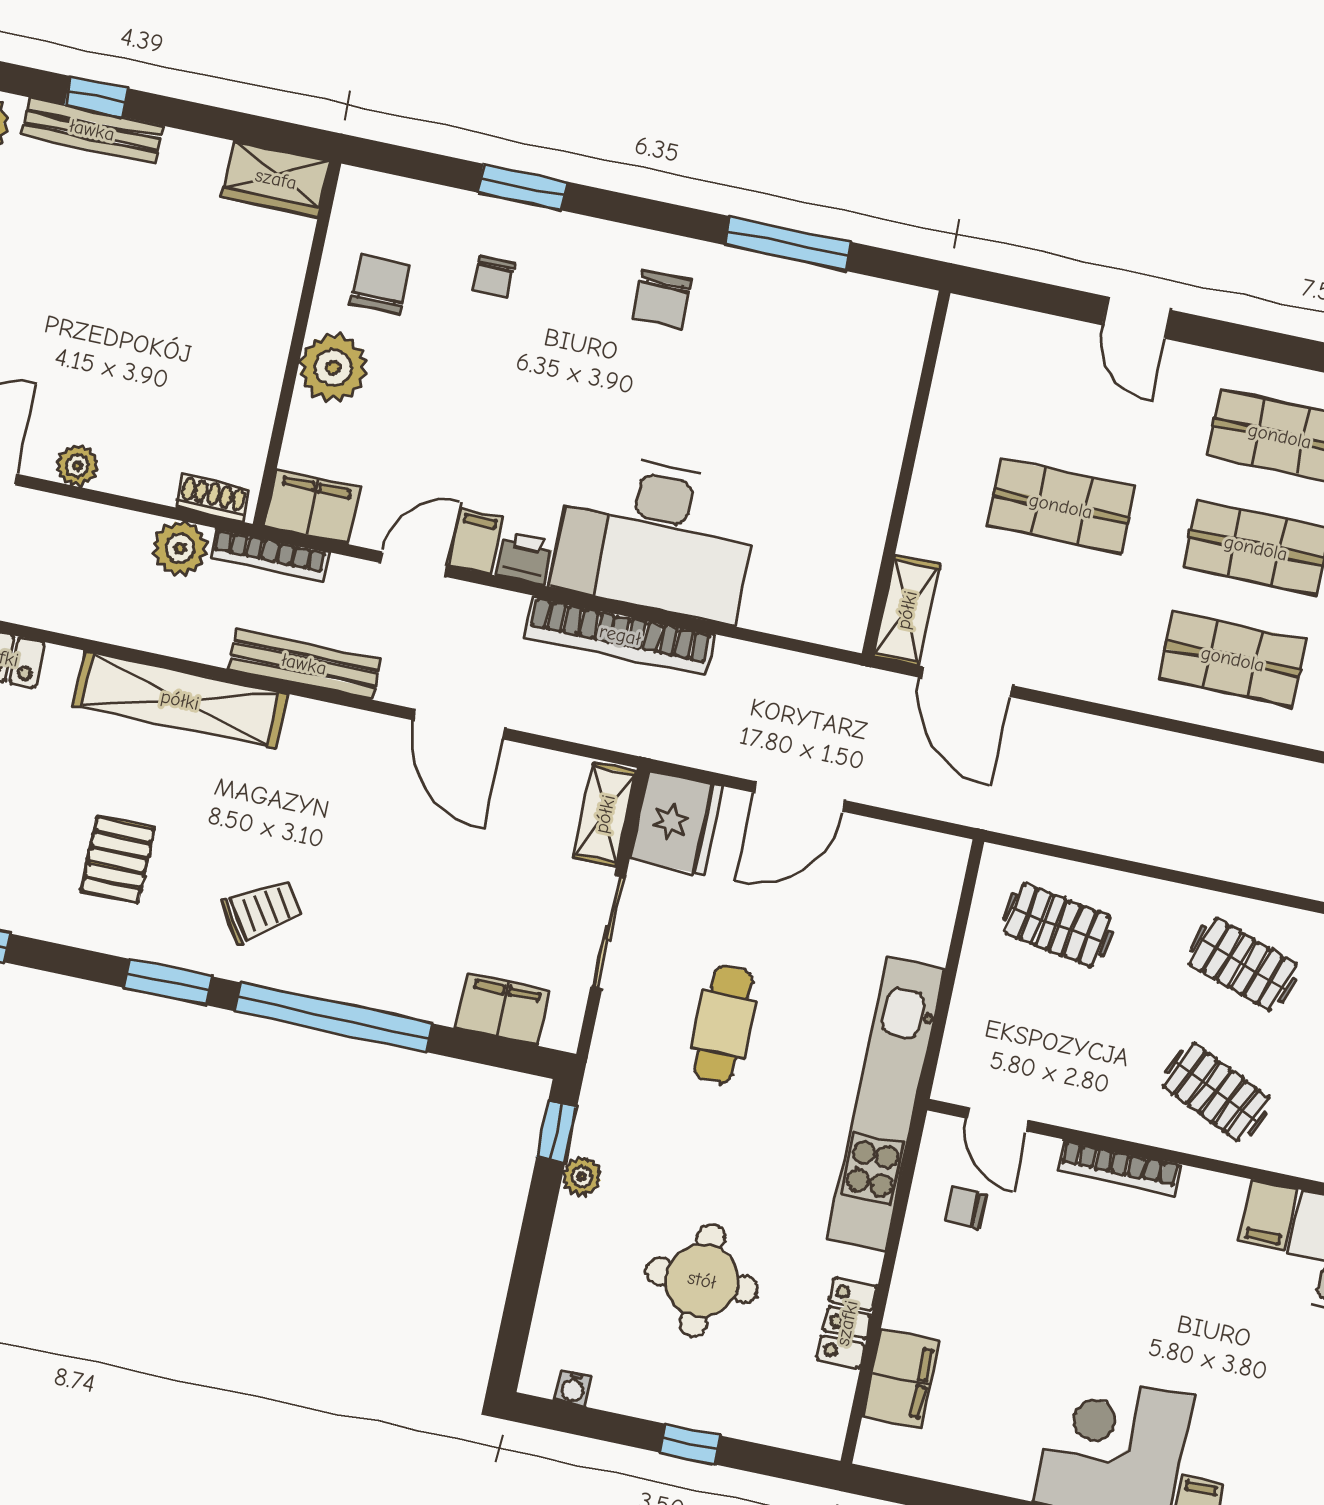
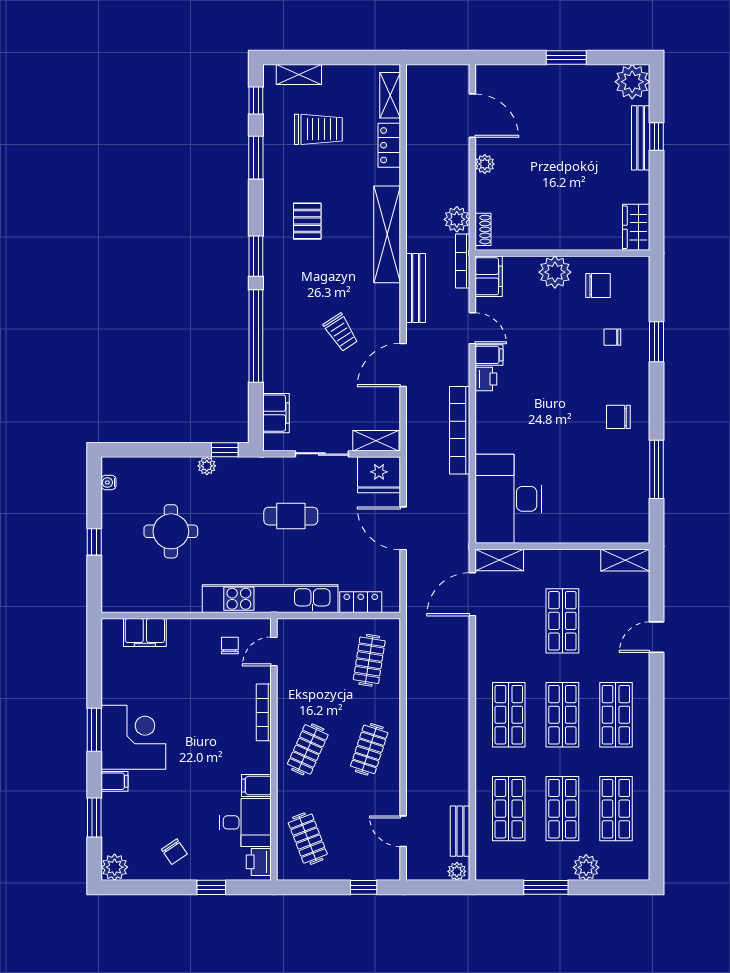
shelving: (963, 349) -> (625, 560), added
desk: (656, 537) -> (509, 499), moved
pallet: (118, 860) -> (307, 221), turned 90
trolley: (262, 911) -> (341, 332), moved
locker: (847, 1323) -> (361, 602), moved

